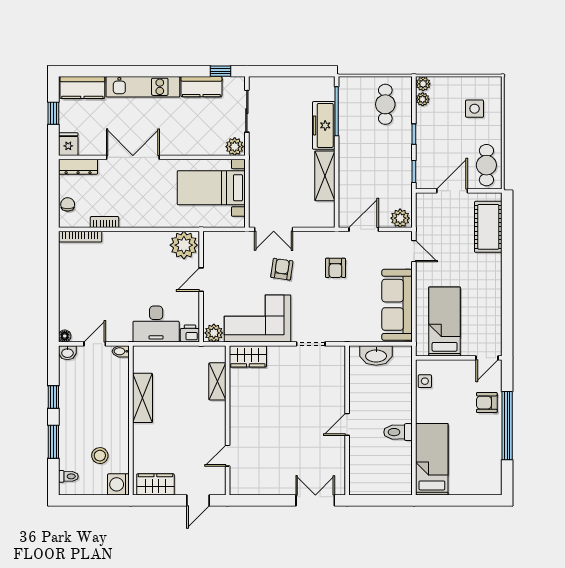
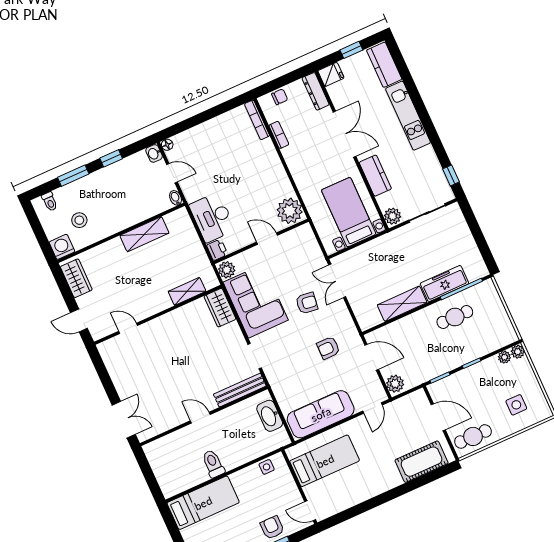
kitchen counter: (201, 87) -> (375, 176), moved, turned 180
cafe table: (385, 104) -> (455, 317), moved
bench: (338, 373) -> (240, 390), added

